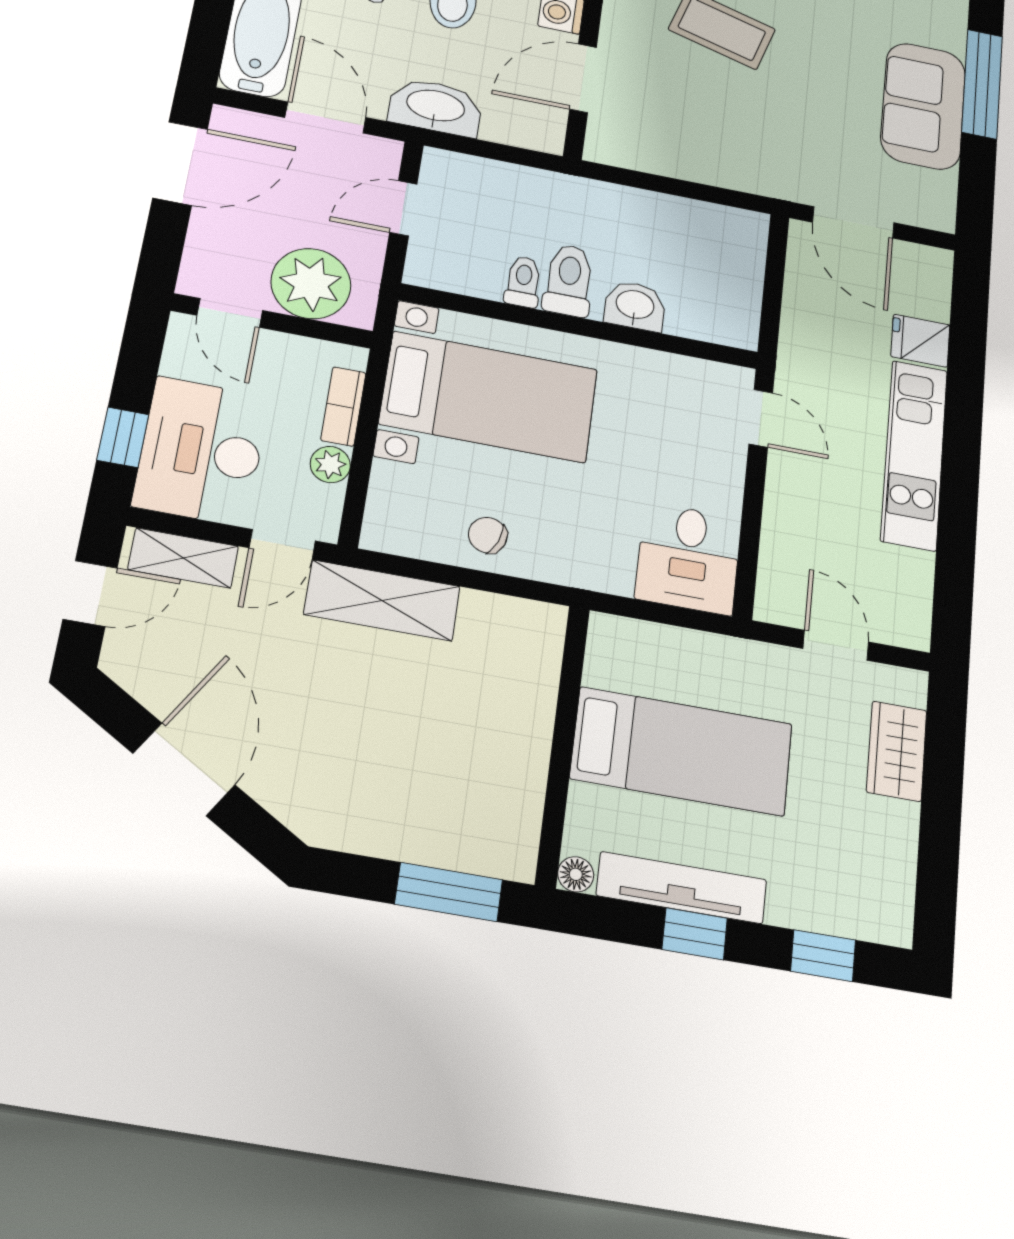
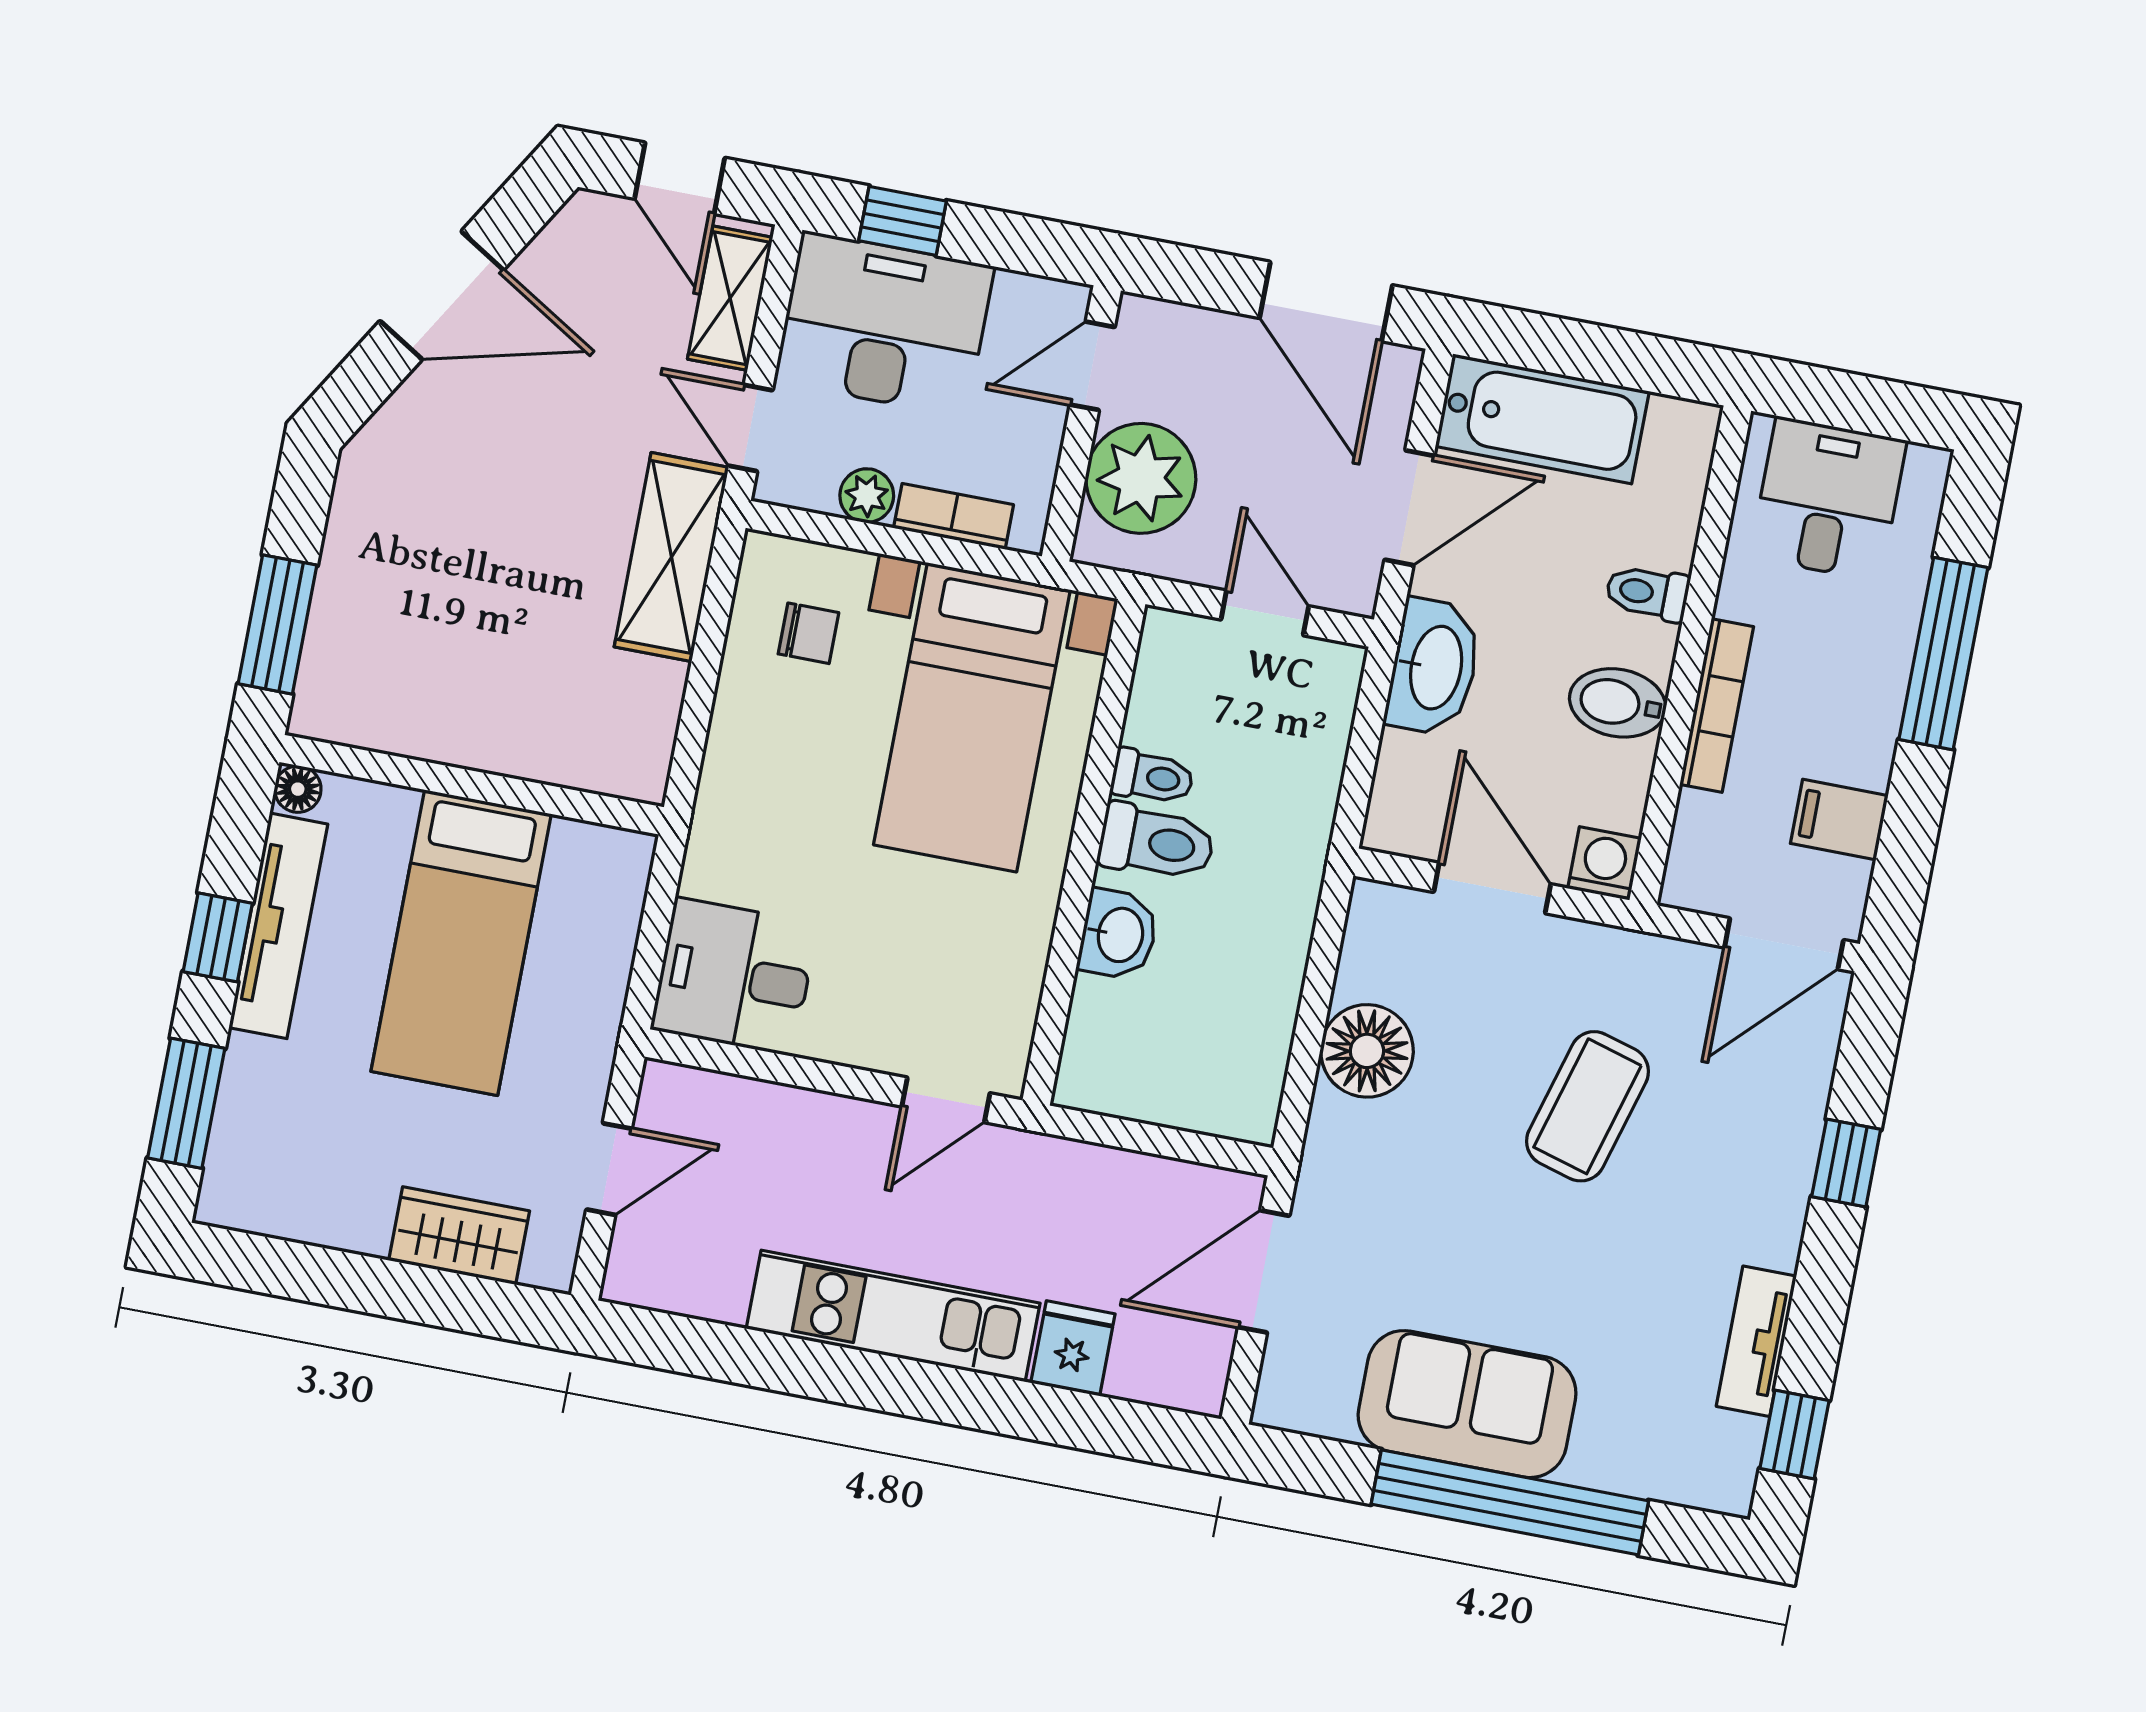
window: (982, 84) -> (1510, 1502), width x1.46
floor lamp: (699, 156) -> (1367, 1051), added
chair: (488, 535) -> (808, 633), moved, turned 69
window: (823, 956) -> (186, 1103), width x1.50

